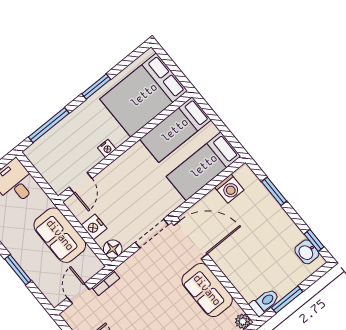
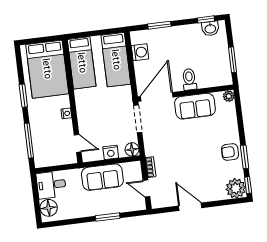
toilet: (265, 302) -> (189, 79), moved

